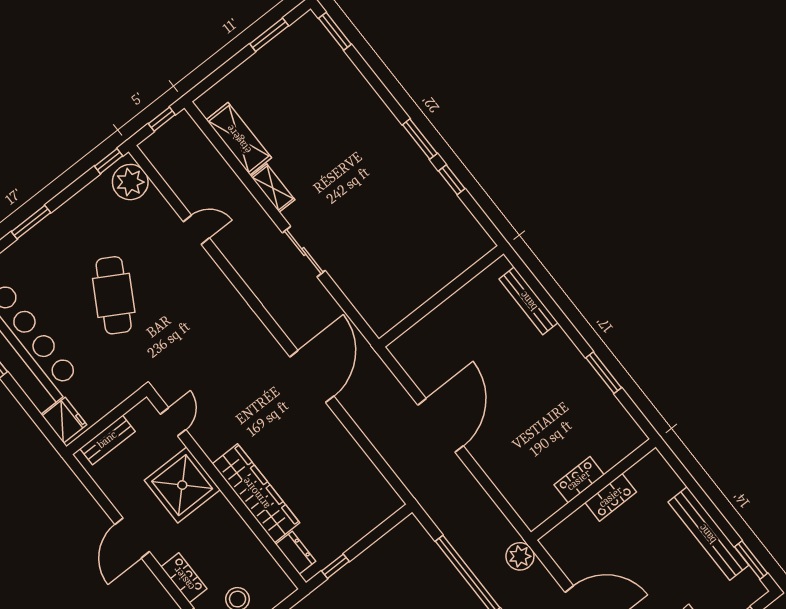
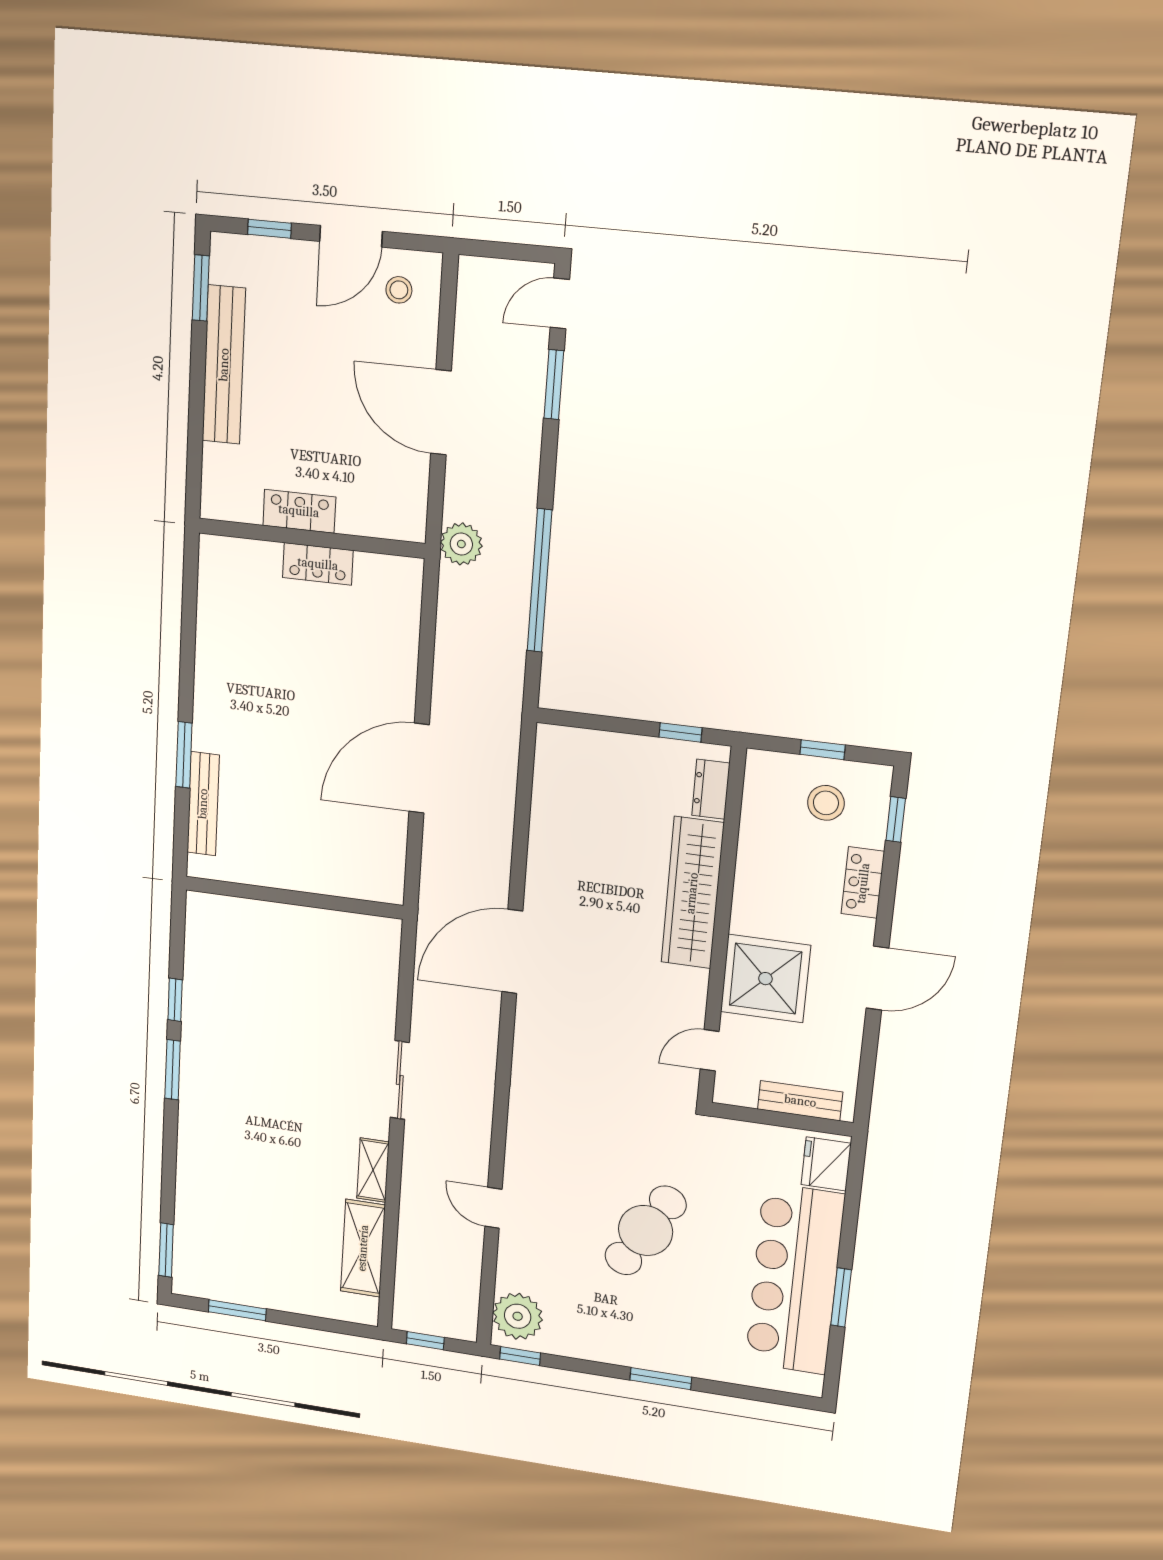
window: (604, 373) -> (184, 755), moved

